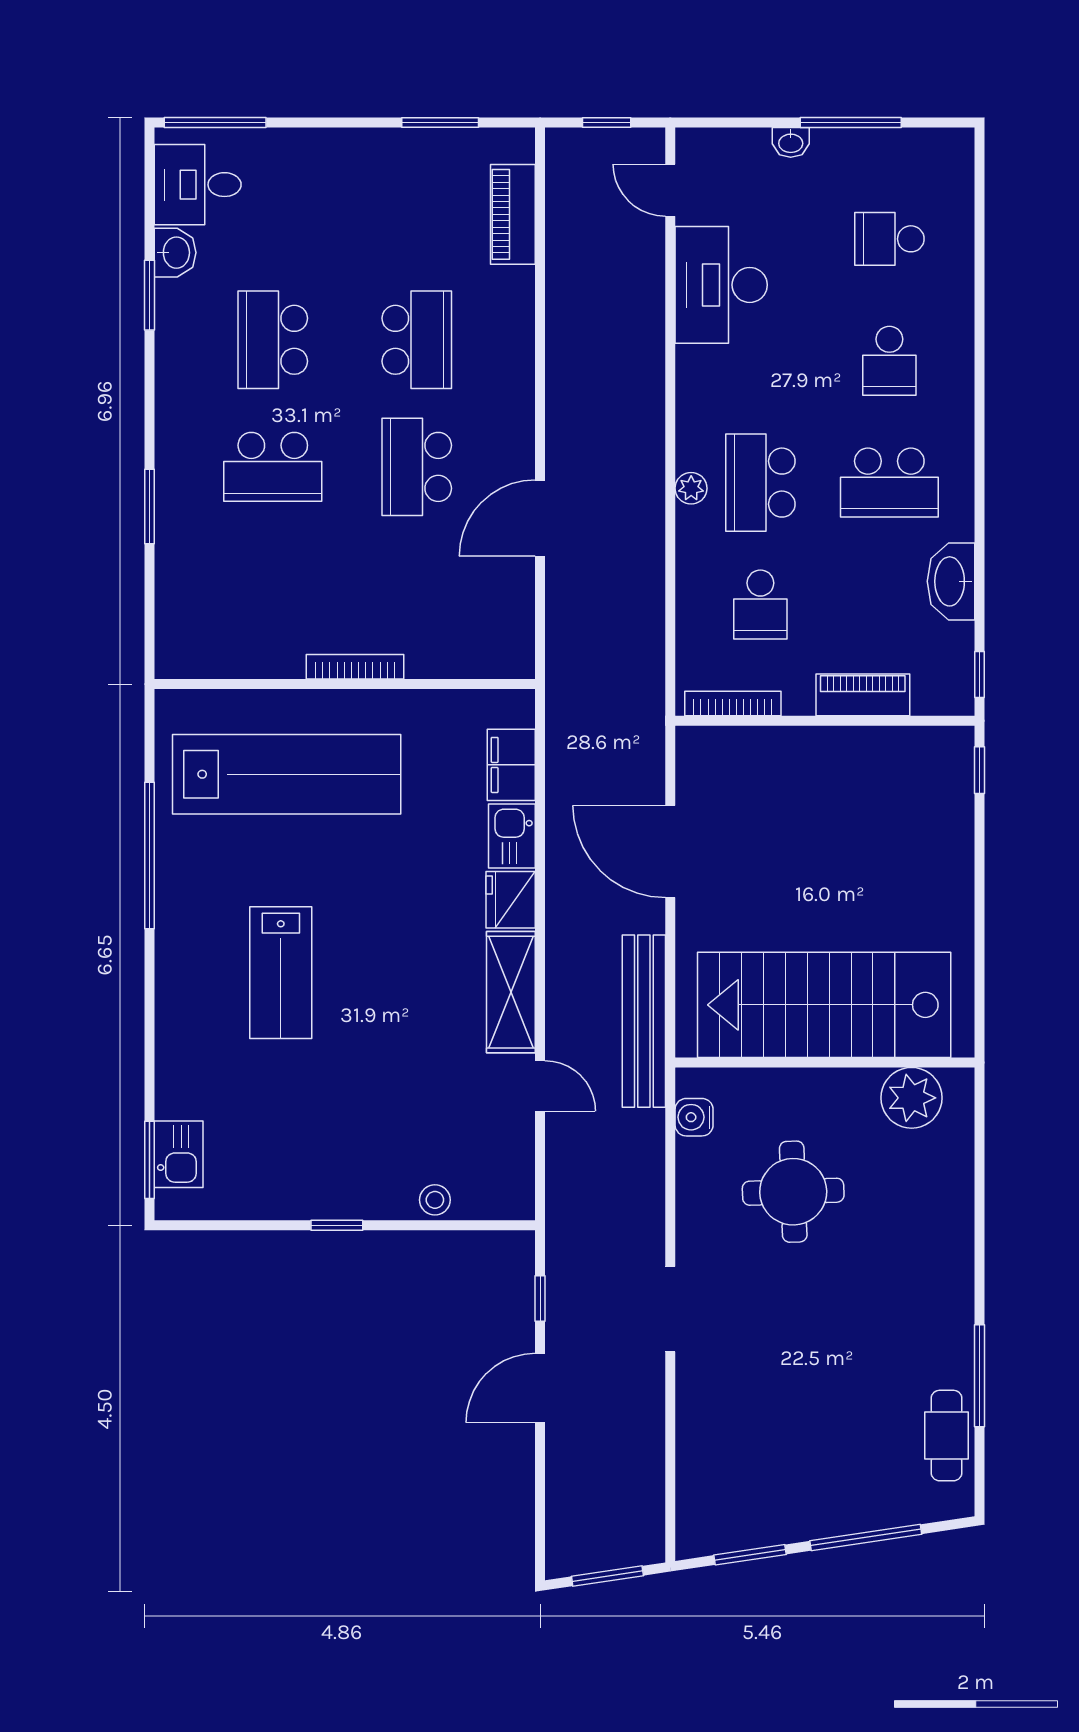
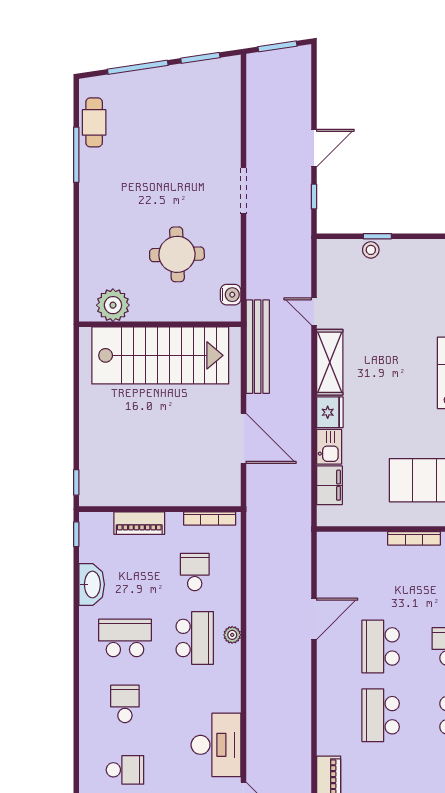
school desk: (417, 467) -> (381, 646), turned 180
window: (337, 1225) -> (377, 236), moved

